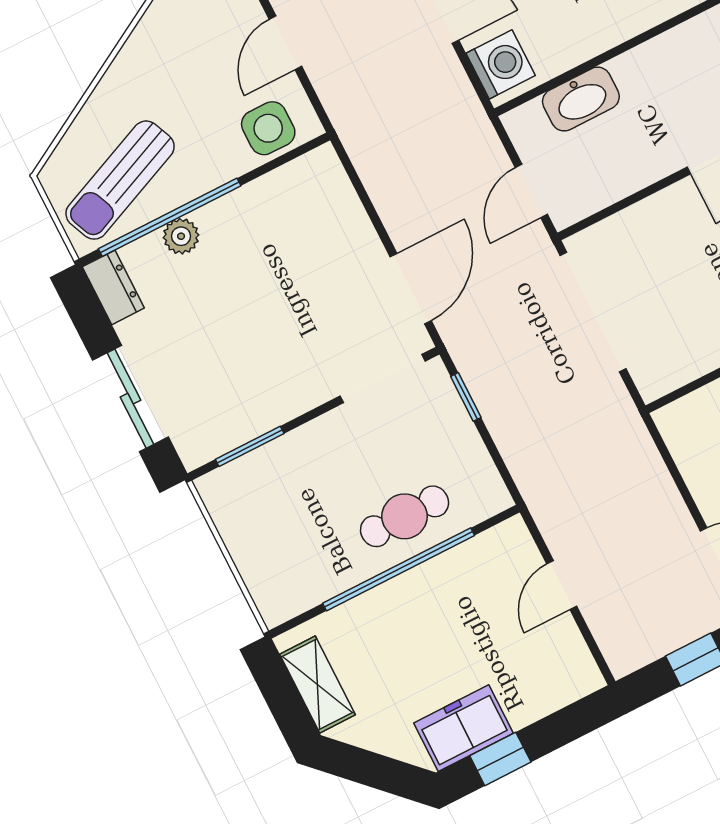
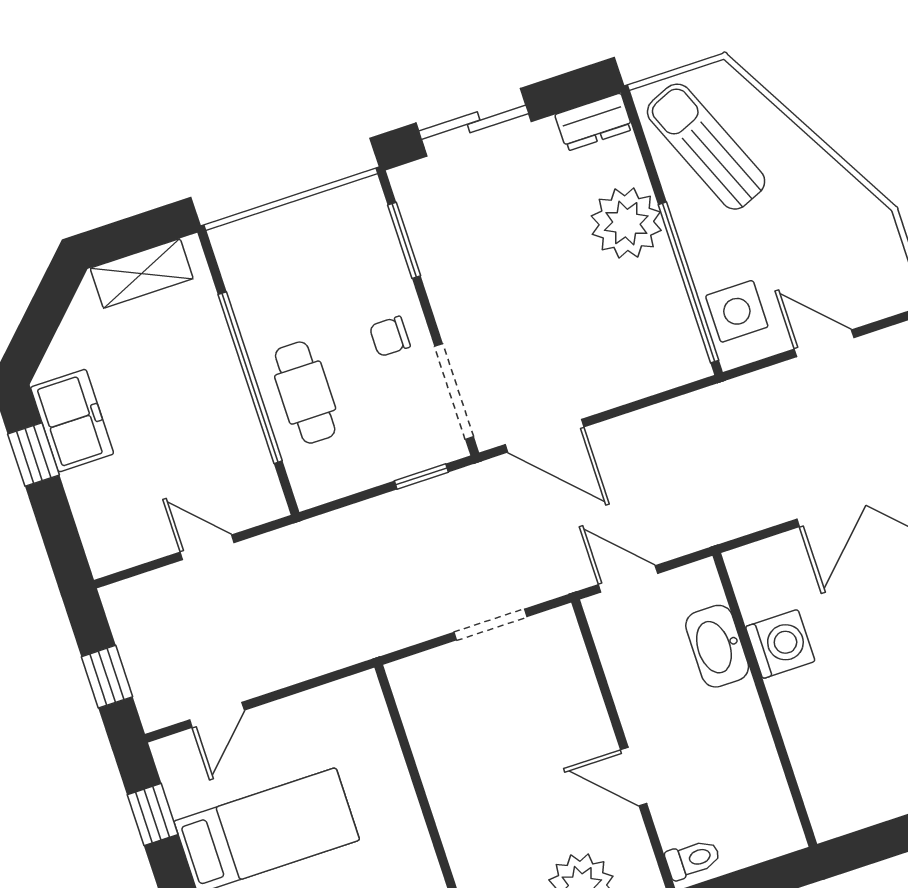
washing machine: (501, 64) -> (780, 644), moved, turned -90
window: (170, 217) -> (689, 282), moved
plant: (181, 236) -> (626, 223), width x1.87, depth x1.87
doorway: (593, 312) -> (490, 624), width x0.53
chair: (341, 446) -> (390, 336), added

